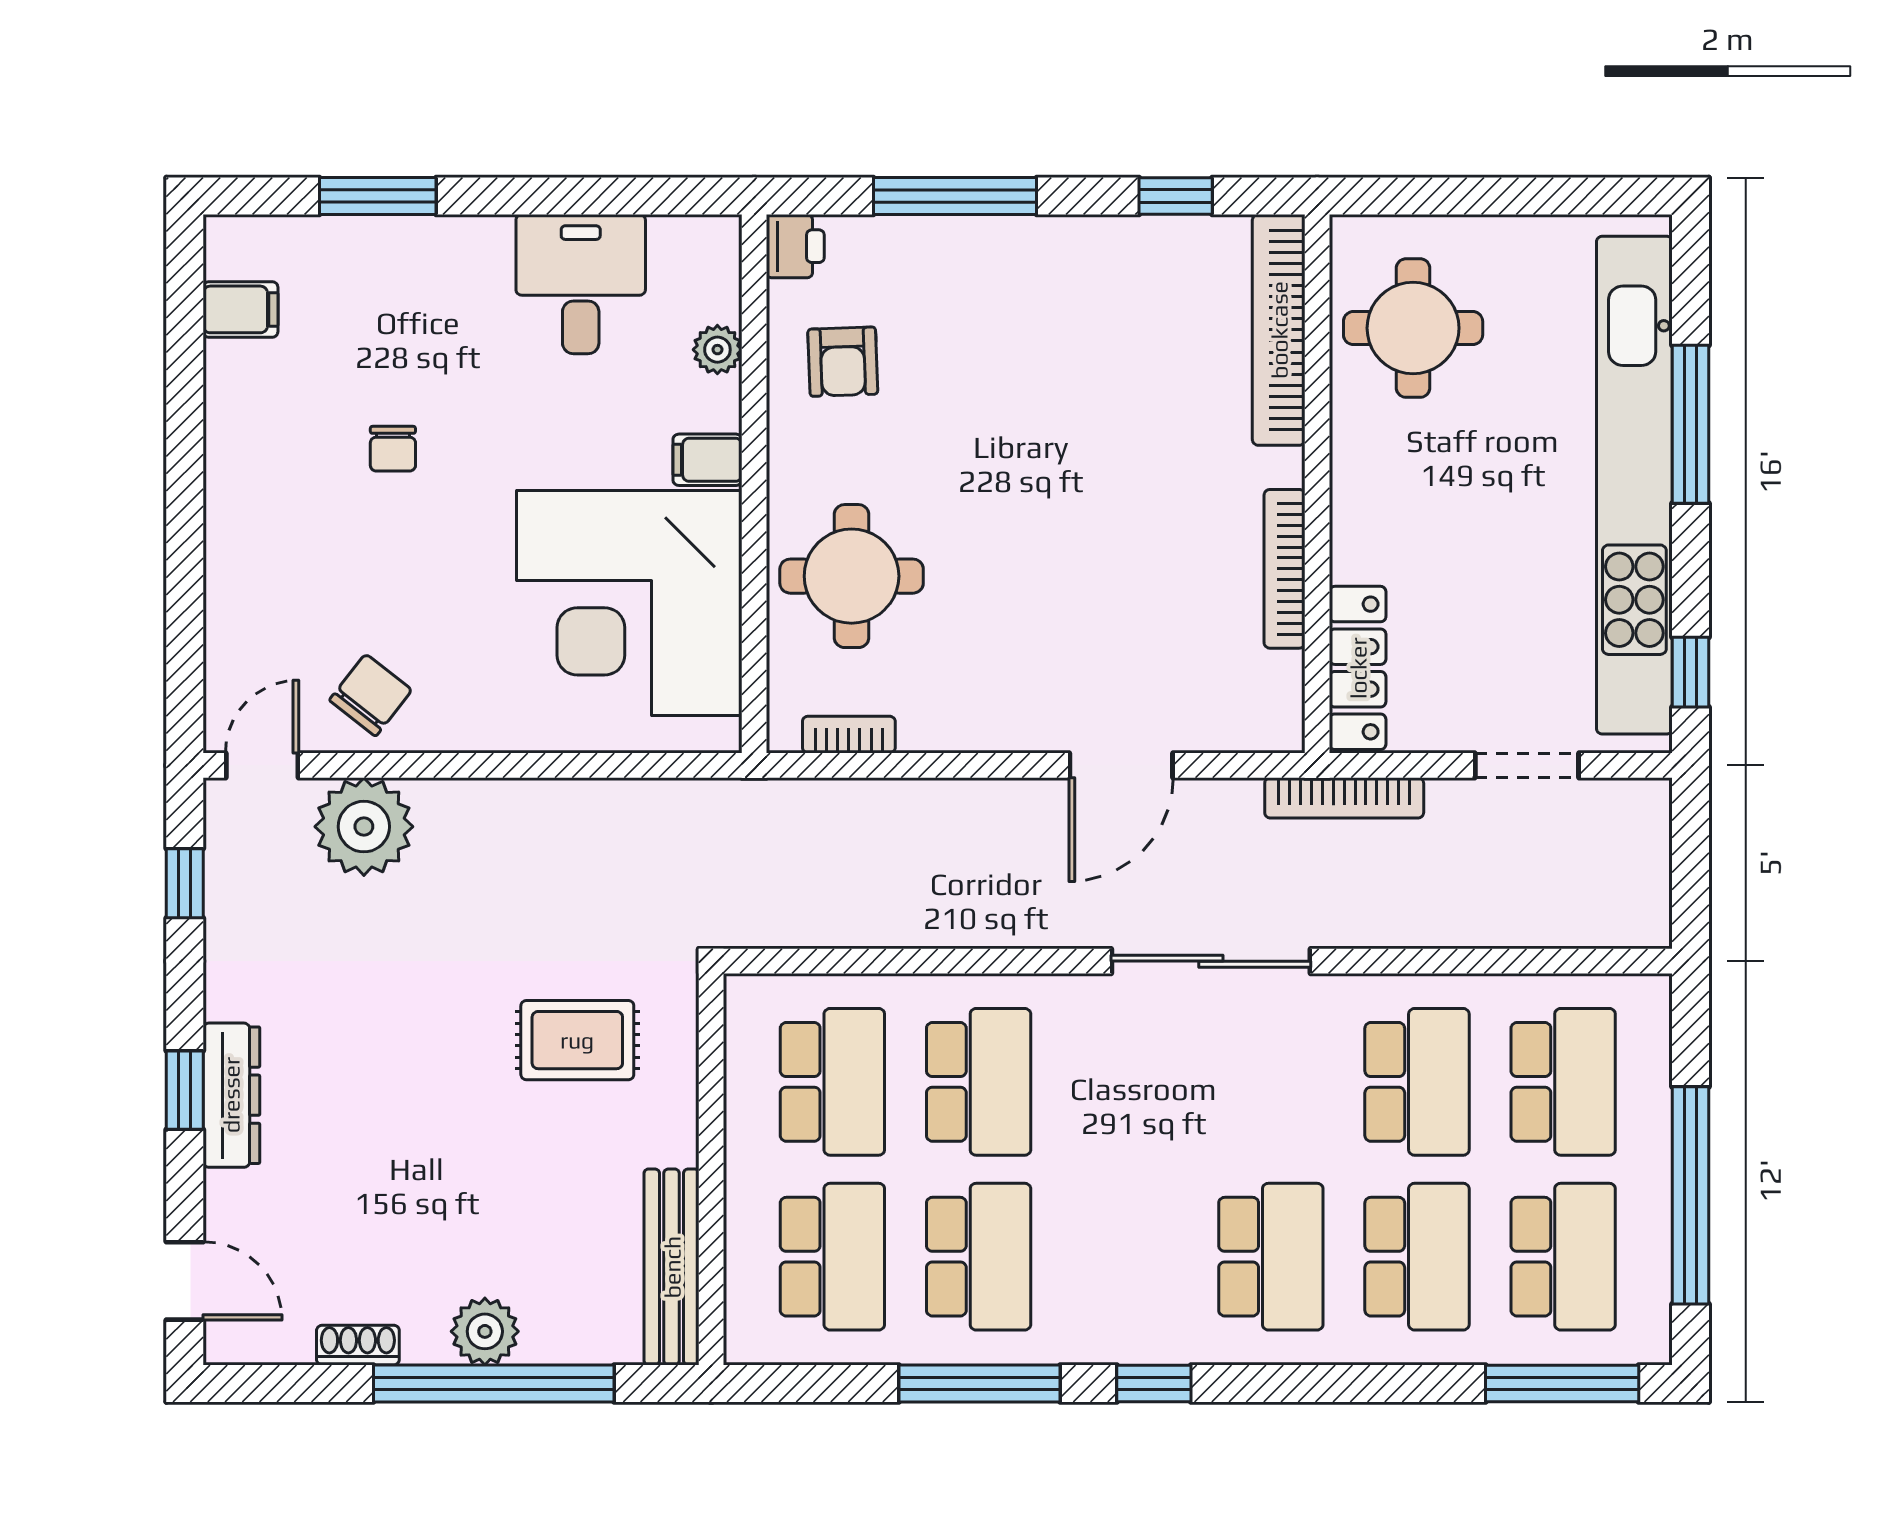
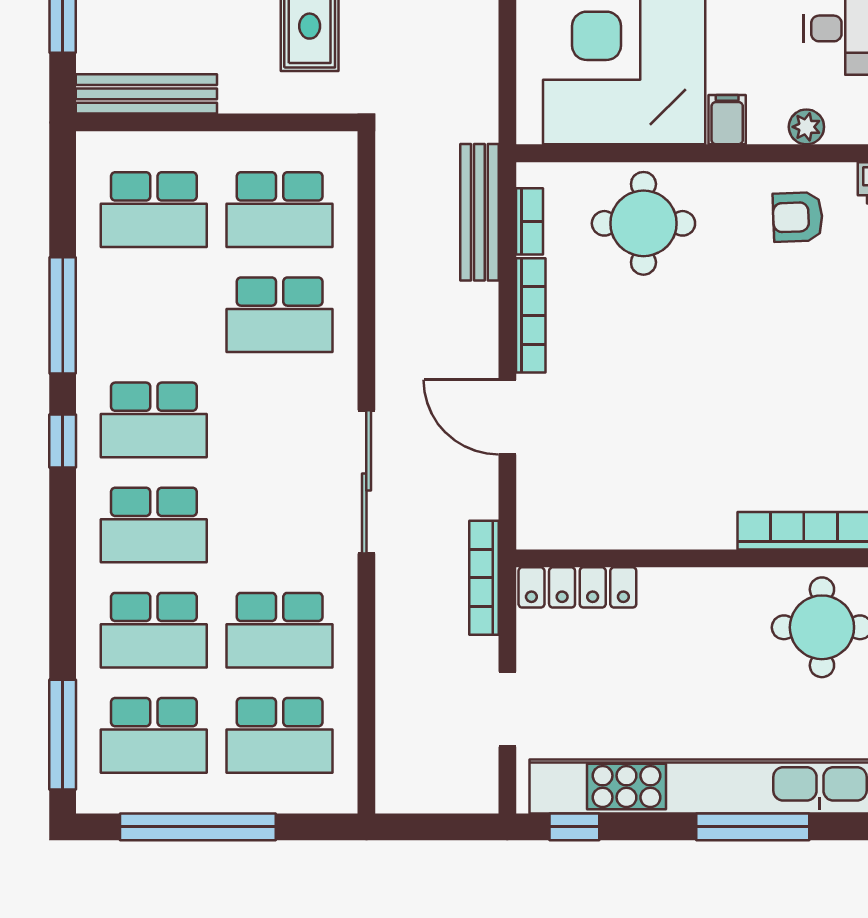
bookcase: (1285, 569) -> (531, 315), moved, turned 90
bench: (836, 804) -> (479, 212), added
school desk: (979, 1257) -> (154, 420), moved

